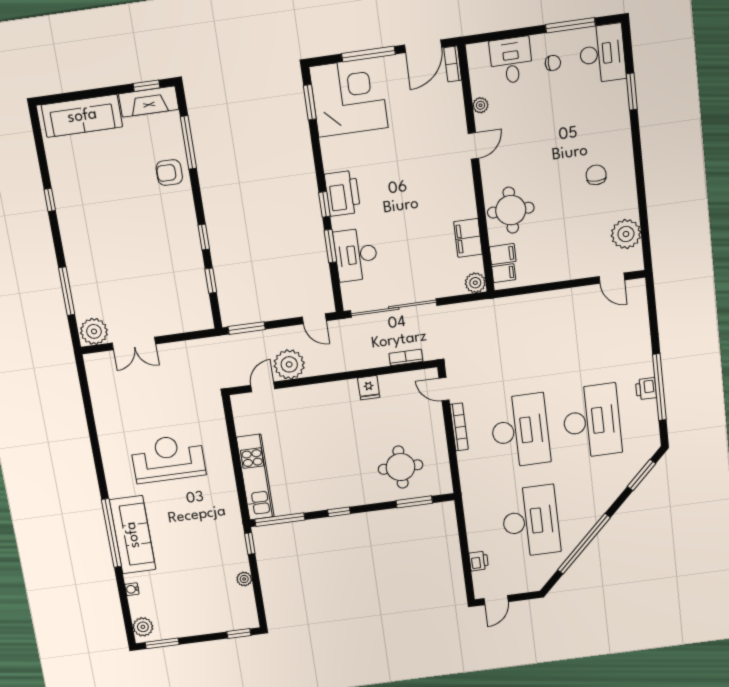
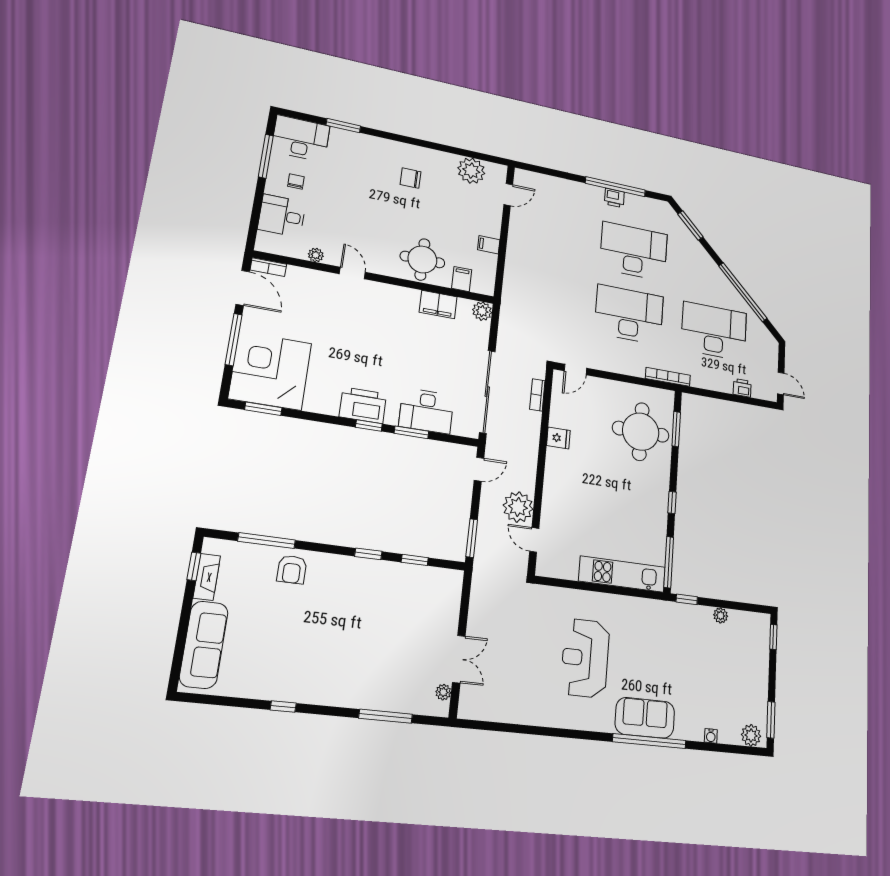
fireplace: (149, 102) -> (207, 577), width x0.73, depth x0.76
filing cabinet: (504, 273) -> (489, 245), moved, turned -90
plant: (94, 331) -> (443, 692), width x0.53, depth x0.53
bookcase: (459, 427) -> (668, 377), moved
round table: (401, 467) -> (641, 432), width x1.36, depth x1.36
sofa: (133, 535) -> (645, 718), width x0.73

